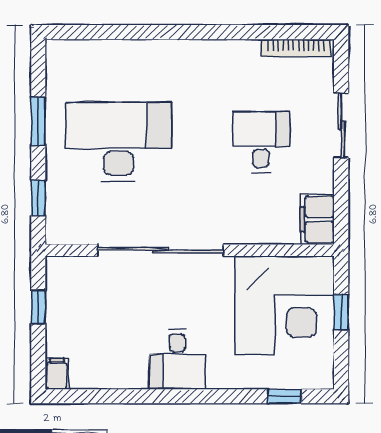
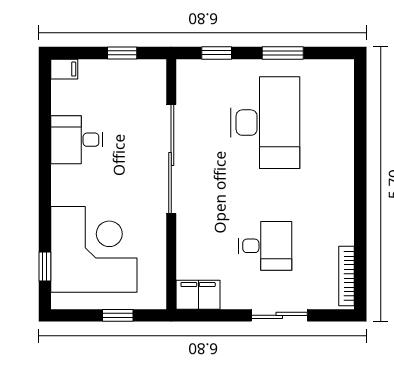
corner desk: (285, 305) -> (94, 249), moved, turned 180
desk: (177, 359) -> (77, 140), moved

